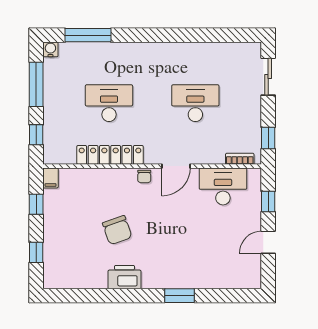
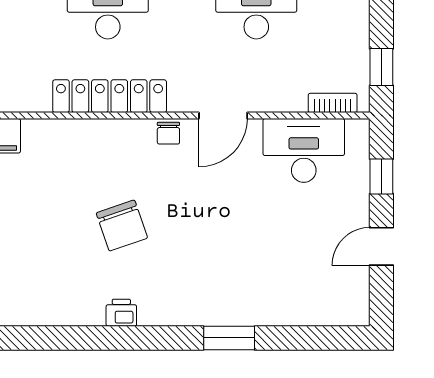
printer: (124, 277) -> (121, 313), width x0.53, depth x0.68

